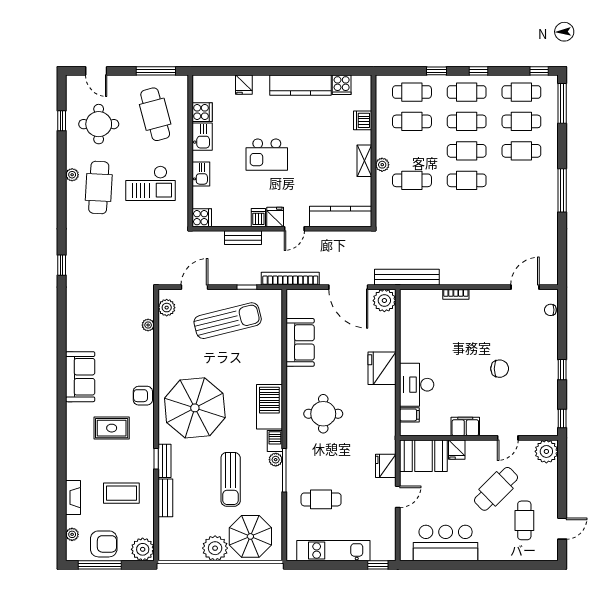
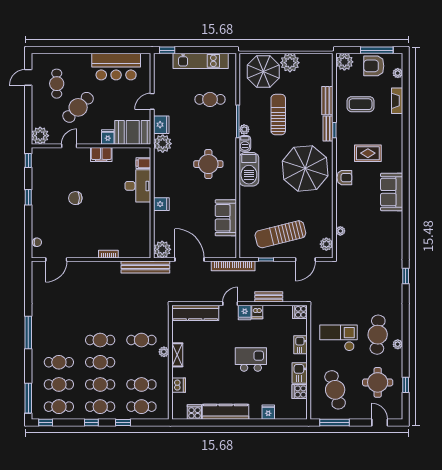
fridge: (382, 368) -> (161, 204), width x0.53, depth x0.75
plant: (384, 441) -> (163, 144), added

